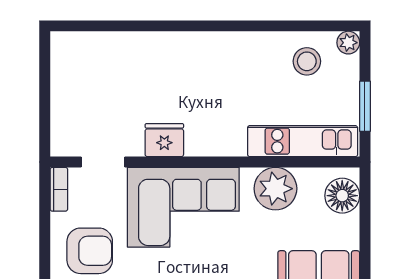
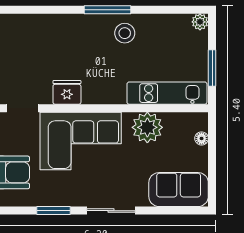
window: (220, 26) -> (108, 10), added
stool: (307, 61) -> (125, 33), moved
floor lamp: (342, 196) -> (202, 138), width x0.53, depth x0.53

